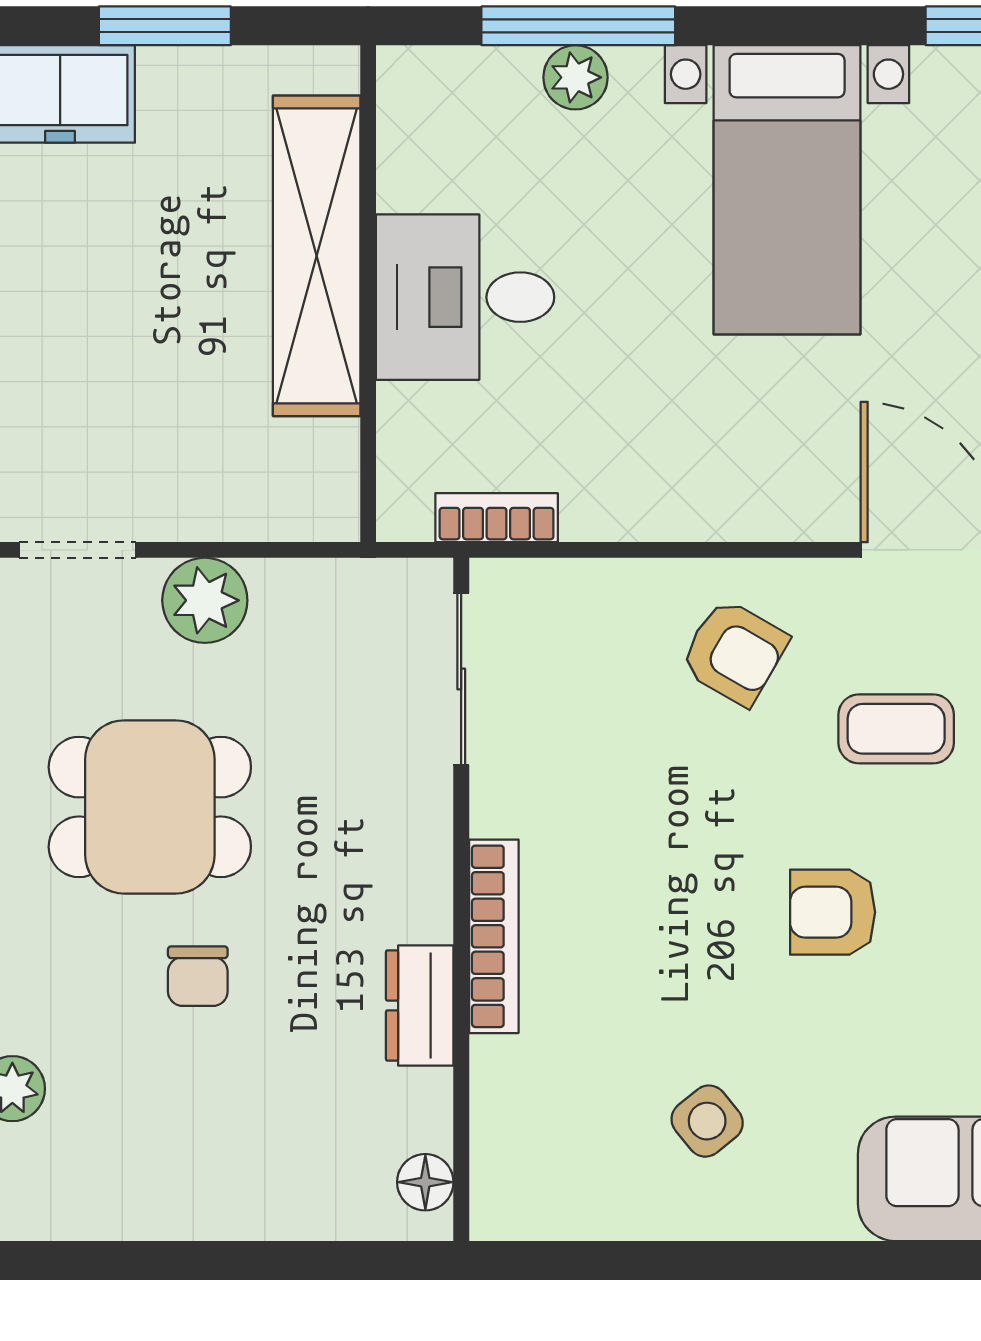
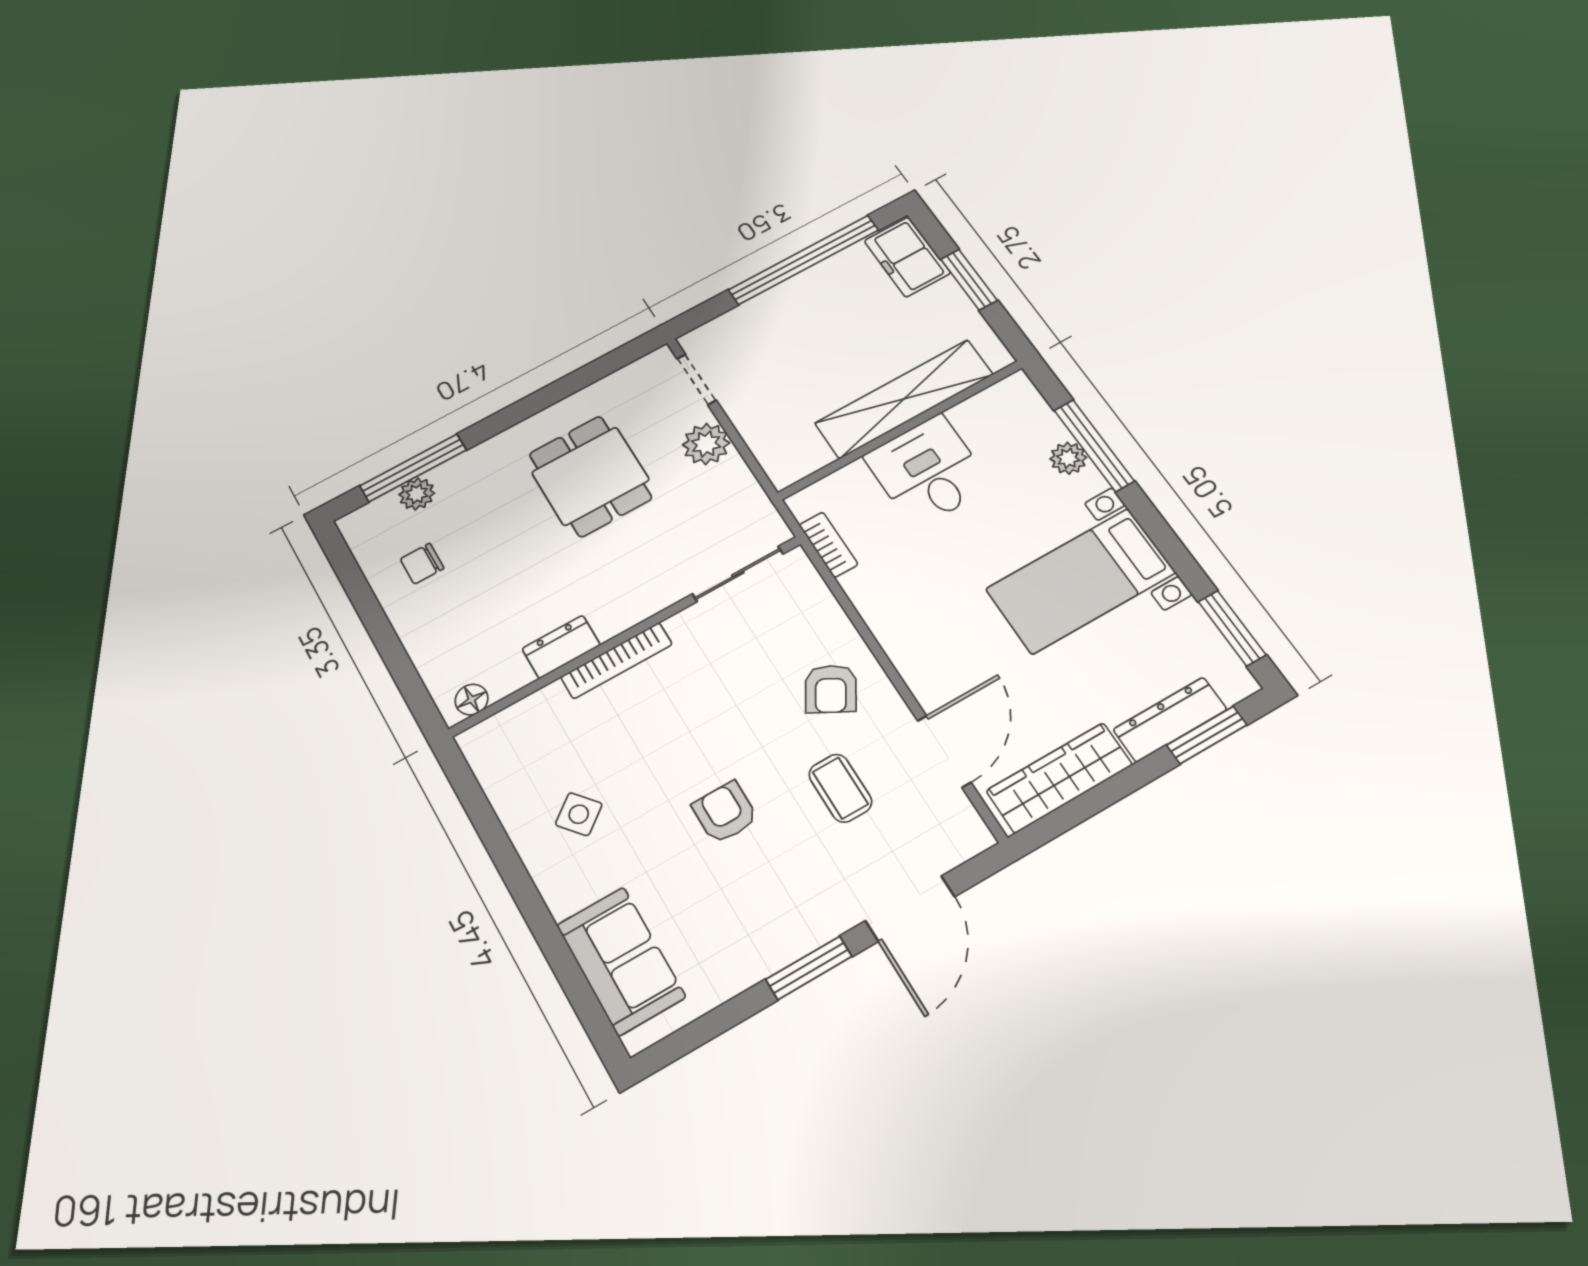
chair: (198, 976) -> (422, 564), moved

